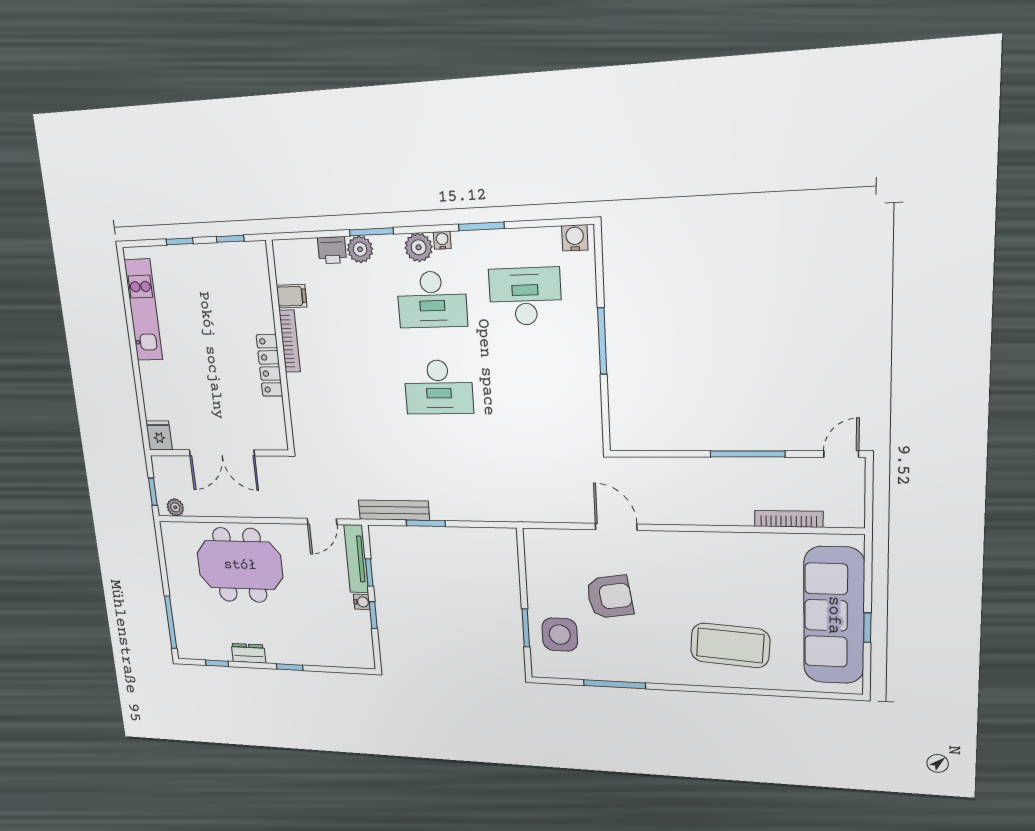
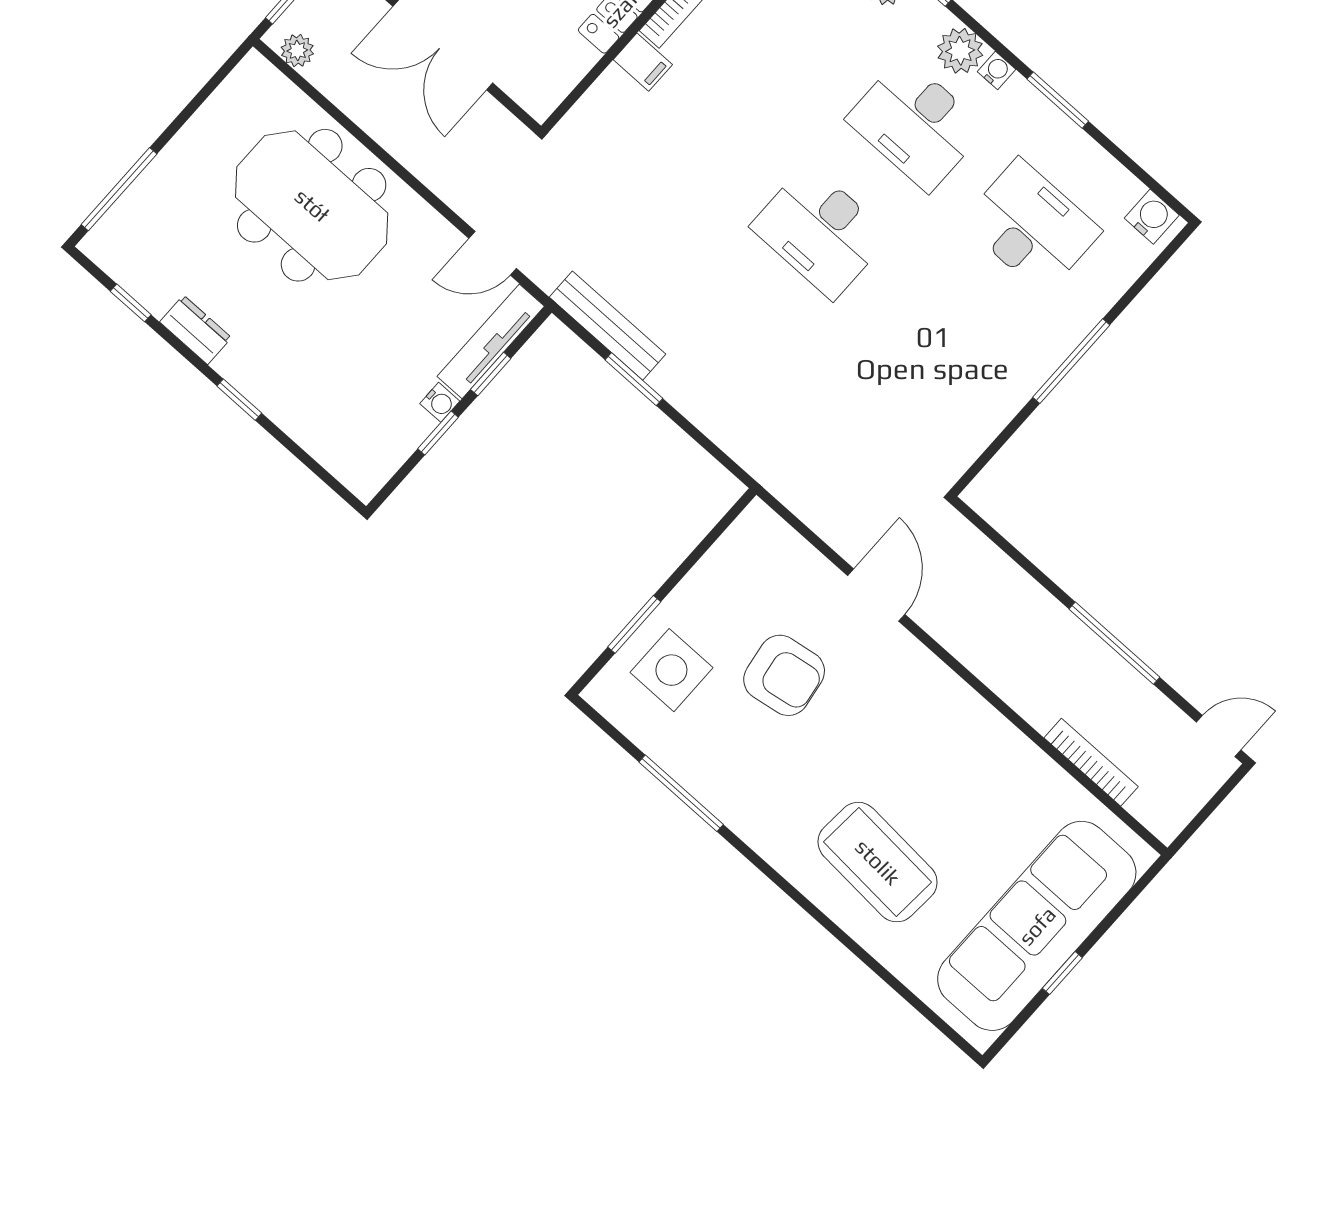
filing cabinet: (300, 384) -> (643, 62), added

